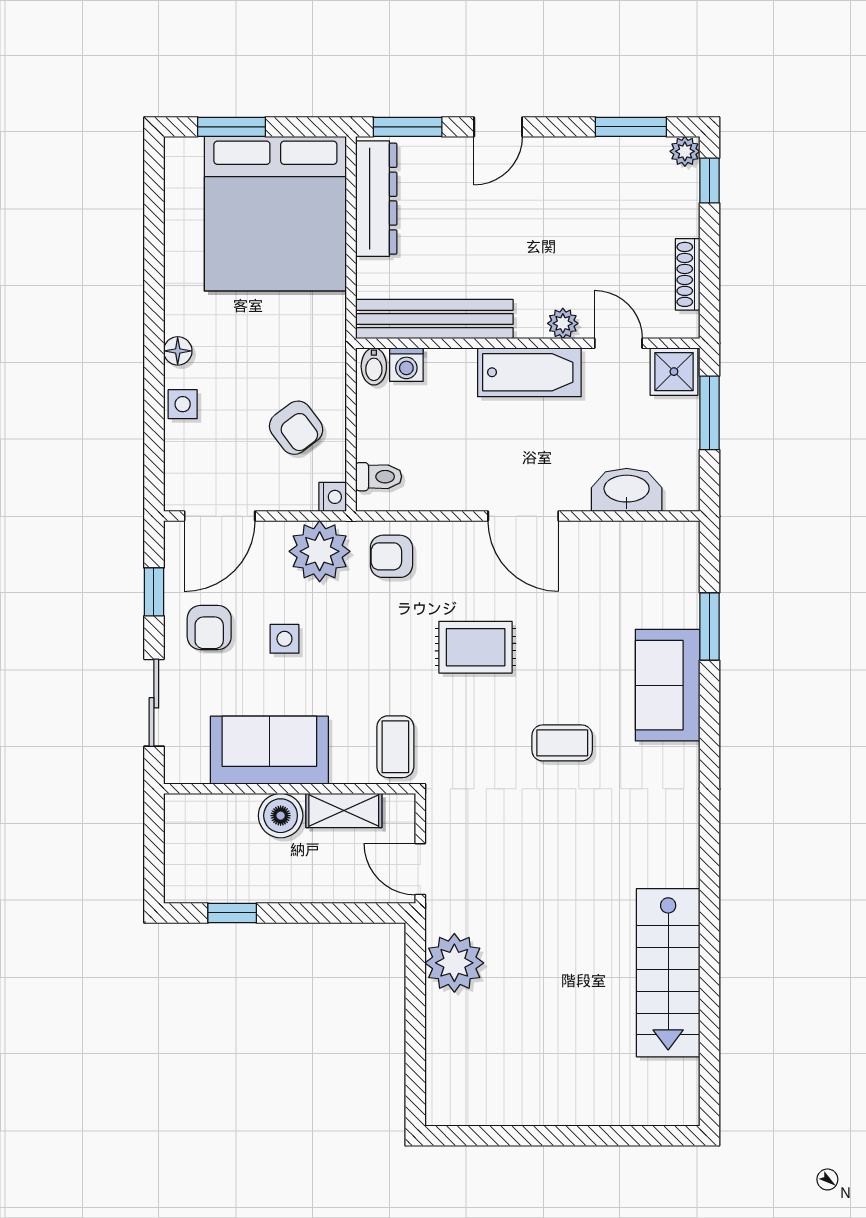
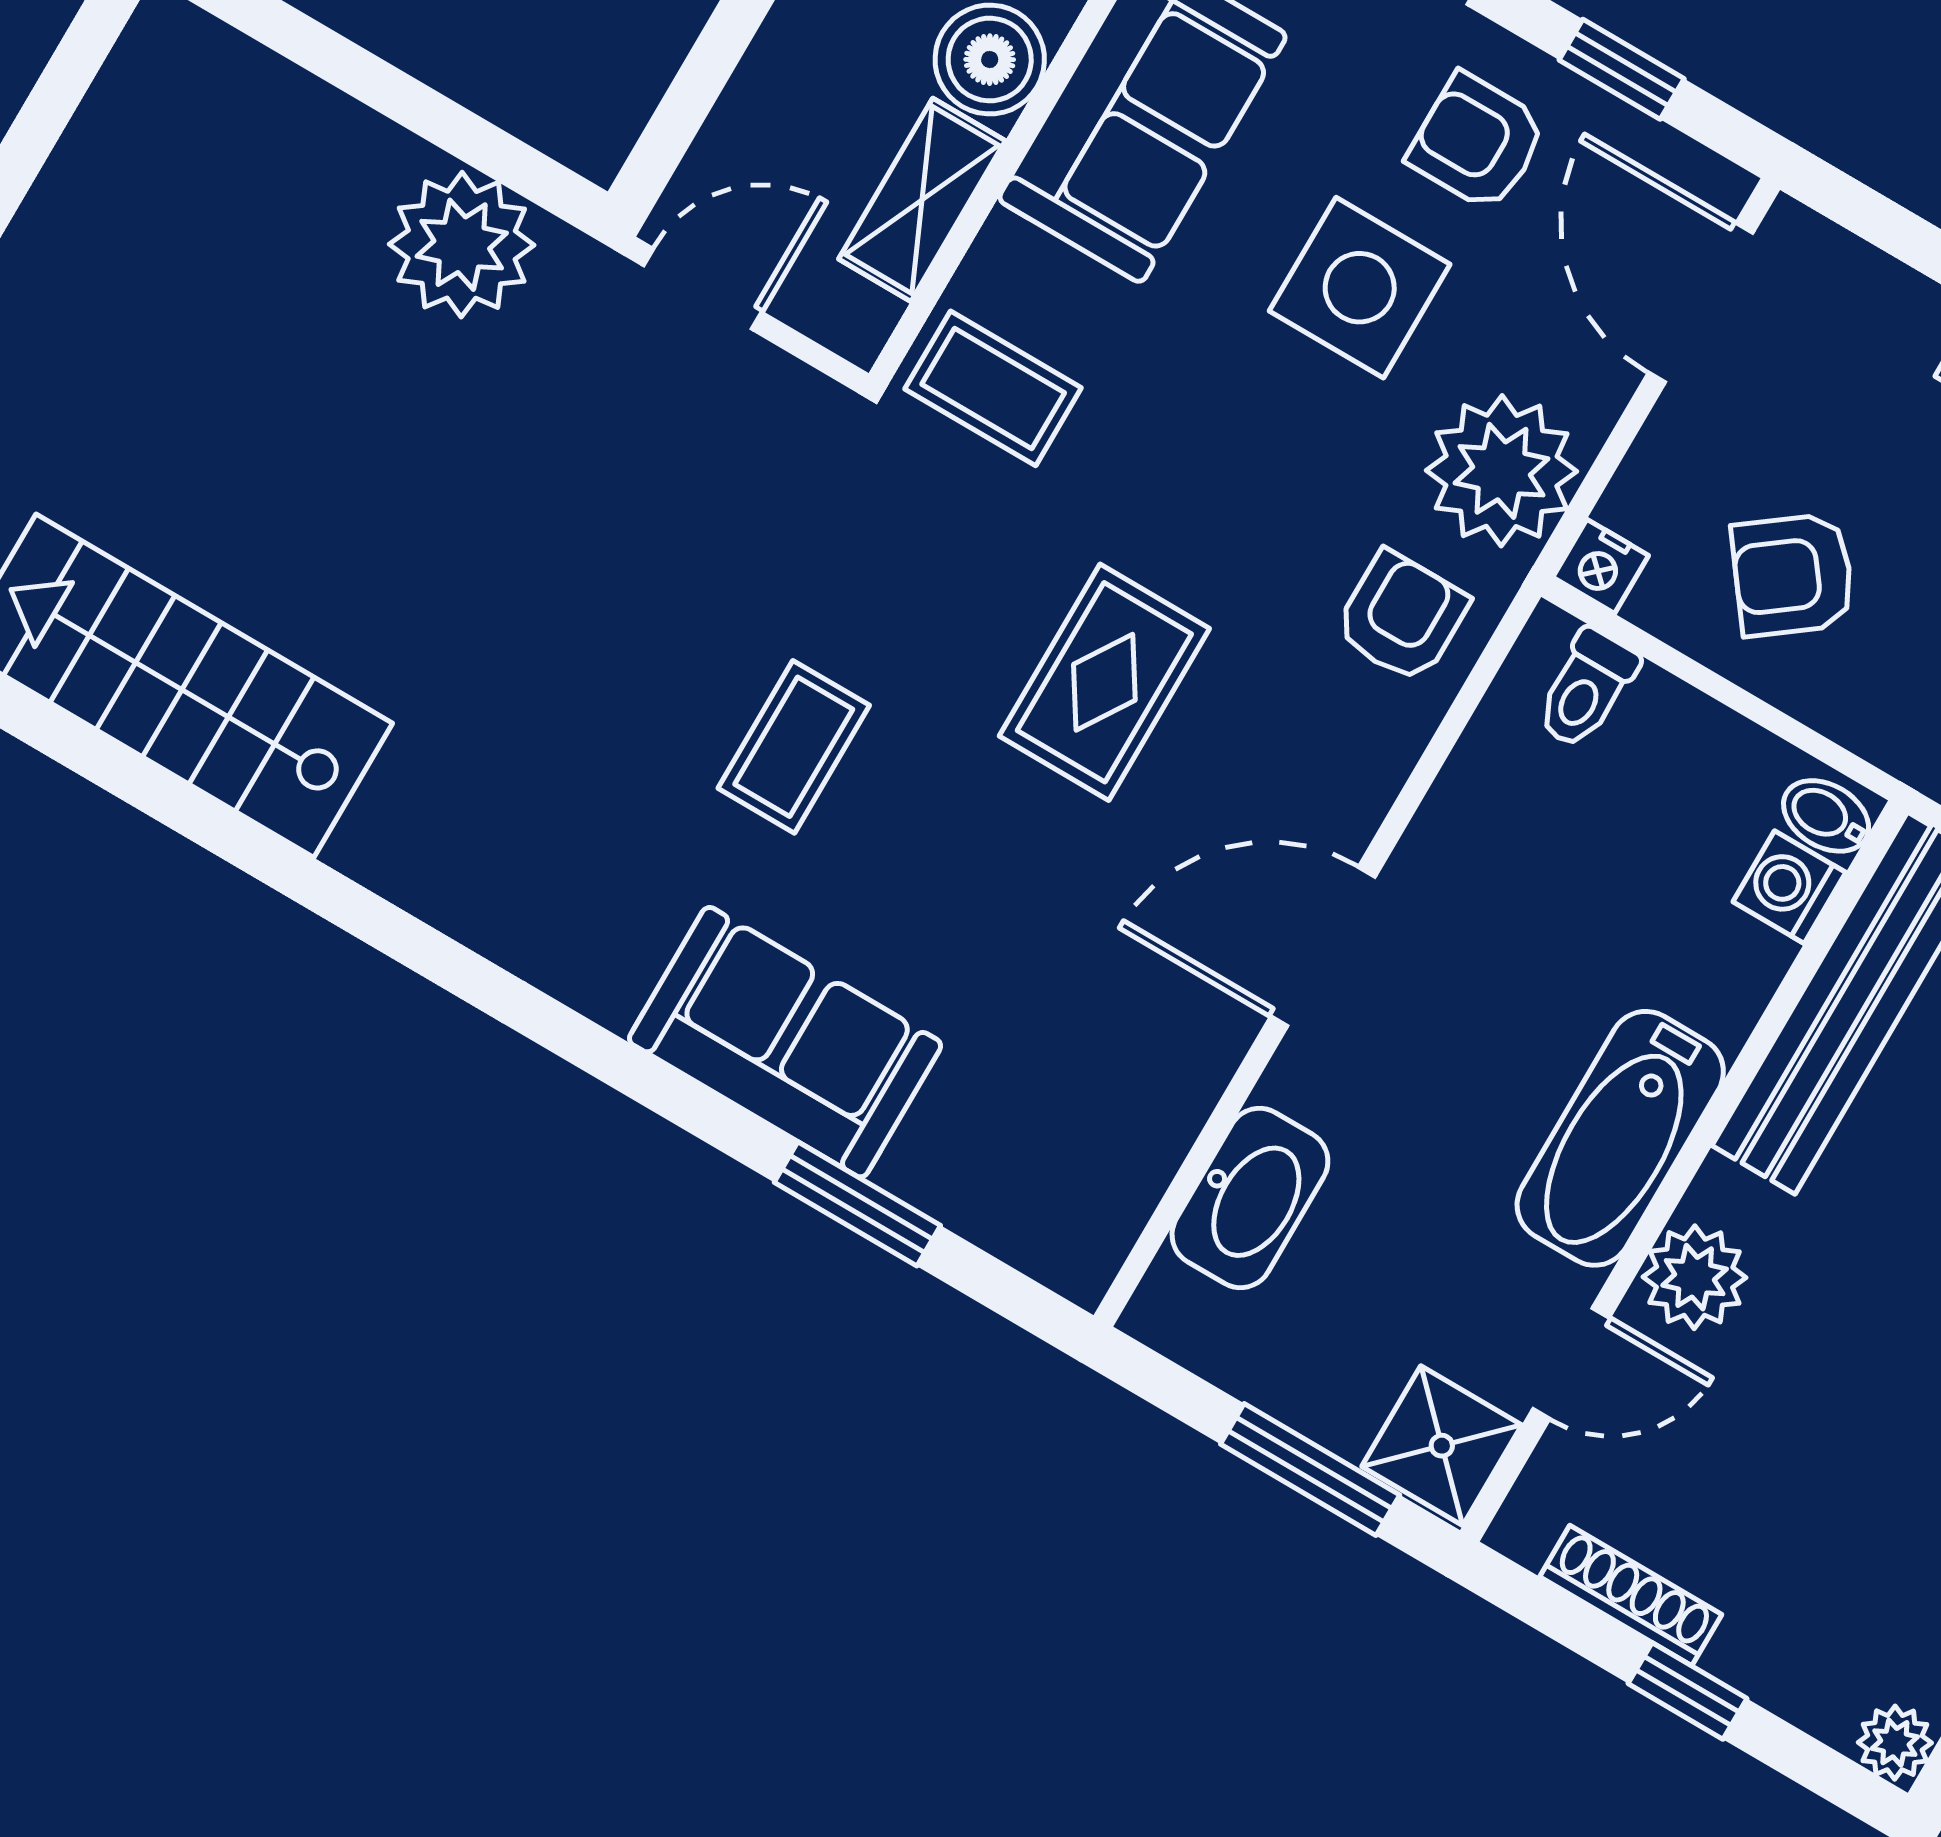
window: (709, 180) -> (1688, 1691), moved
plant: (563, 323) -> (1695, 1277), width x1.38, depth x1.38
side table: (284, 639) -> (1360, 288), width x1.87, depth x1.87

